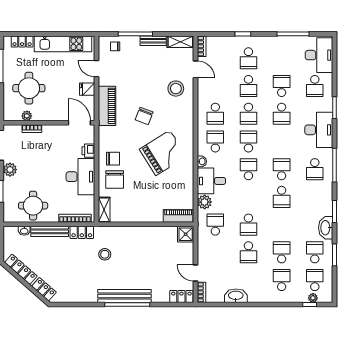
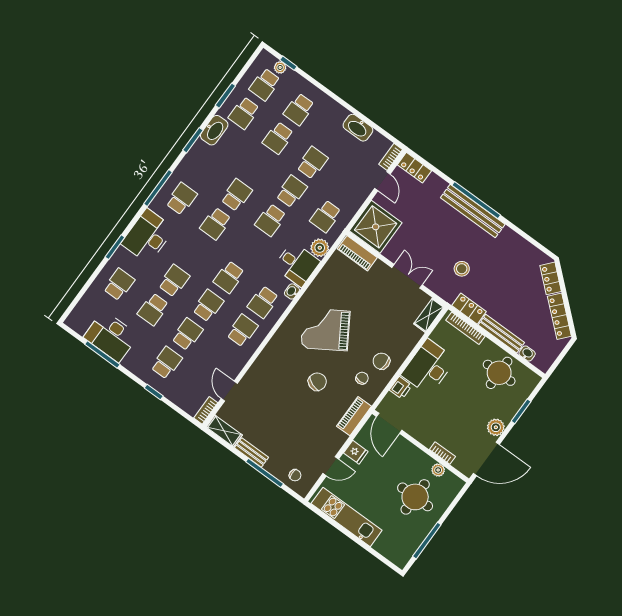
locker: (22, 41) -> (387, 550), removed
desk: (319, 55) -> (111, 336), moved, turned -90
door: (97, 69) -> (331, 466), hinge flipped
stool: (176, 89) -> (264, 386), removed
piano: (107, 106) -> (354, 416), width x0.73, depth x0.75
school desk: (248, 169) -> (271, 220), moved
chair: (115, 180) -> (362, 378), moved, width x0.54, depth x0.54
double door: (136, 224) -> (407, 276), added
shower: (186, 234) -> (376, 227), width x1.86, depth x1.86

